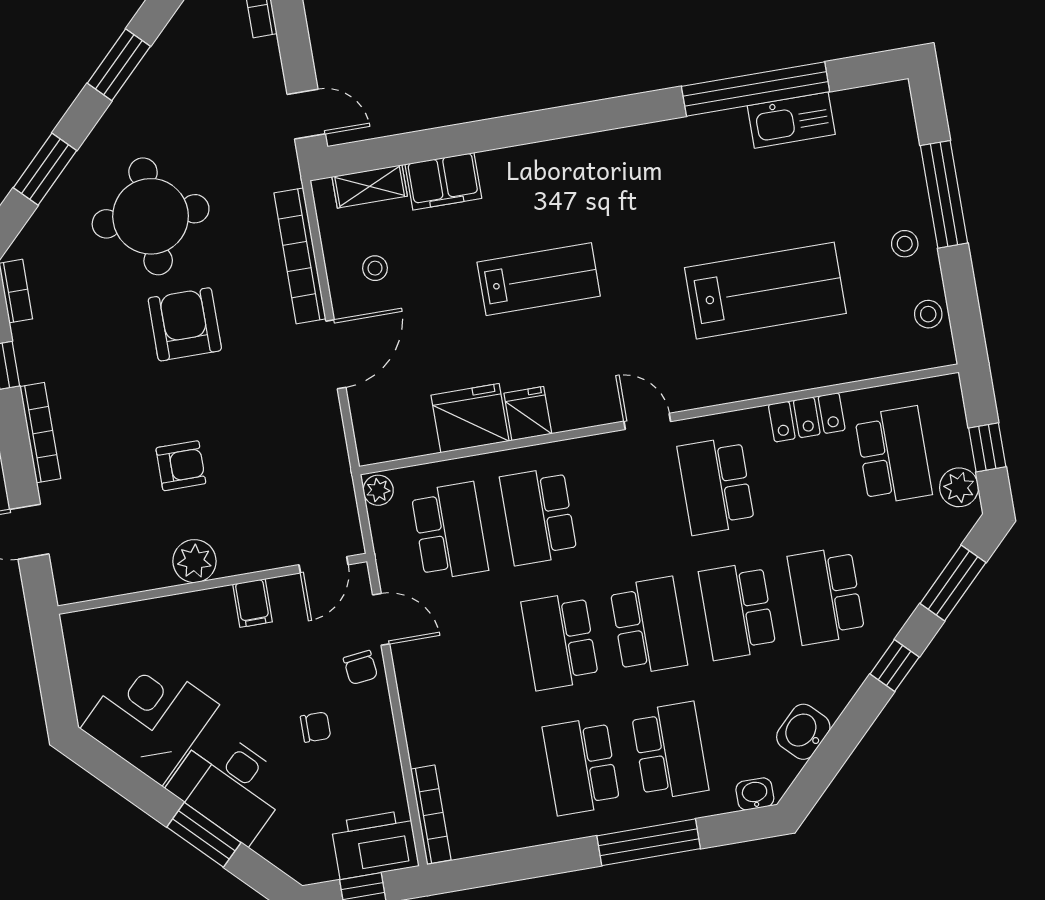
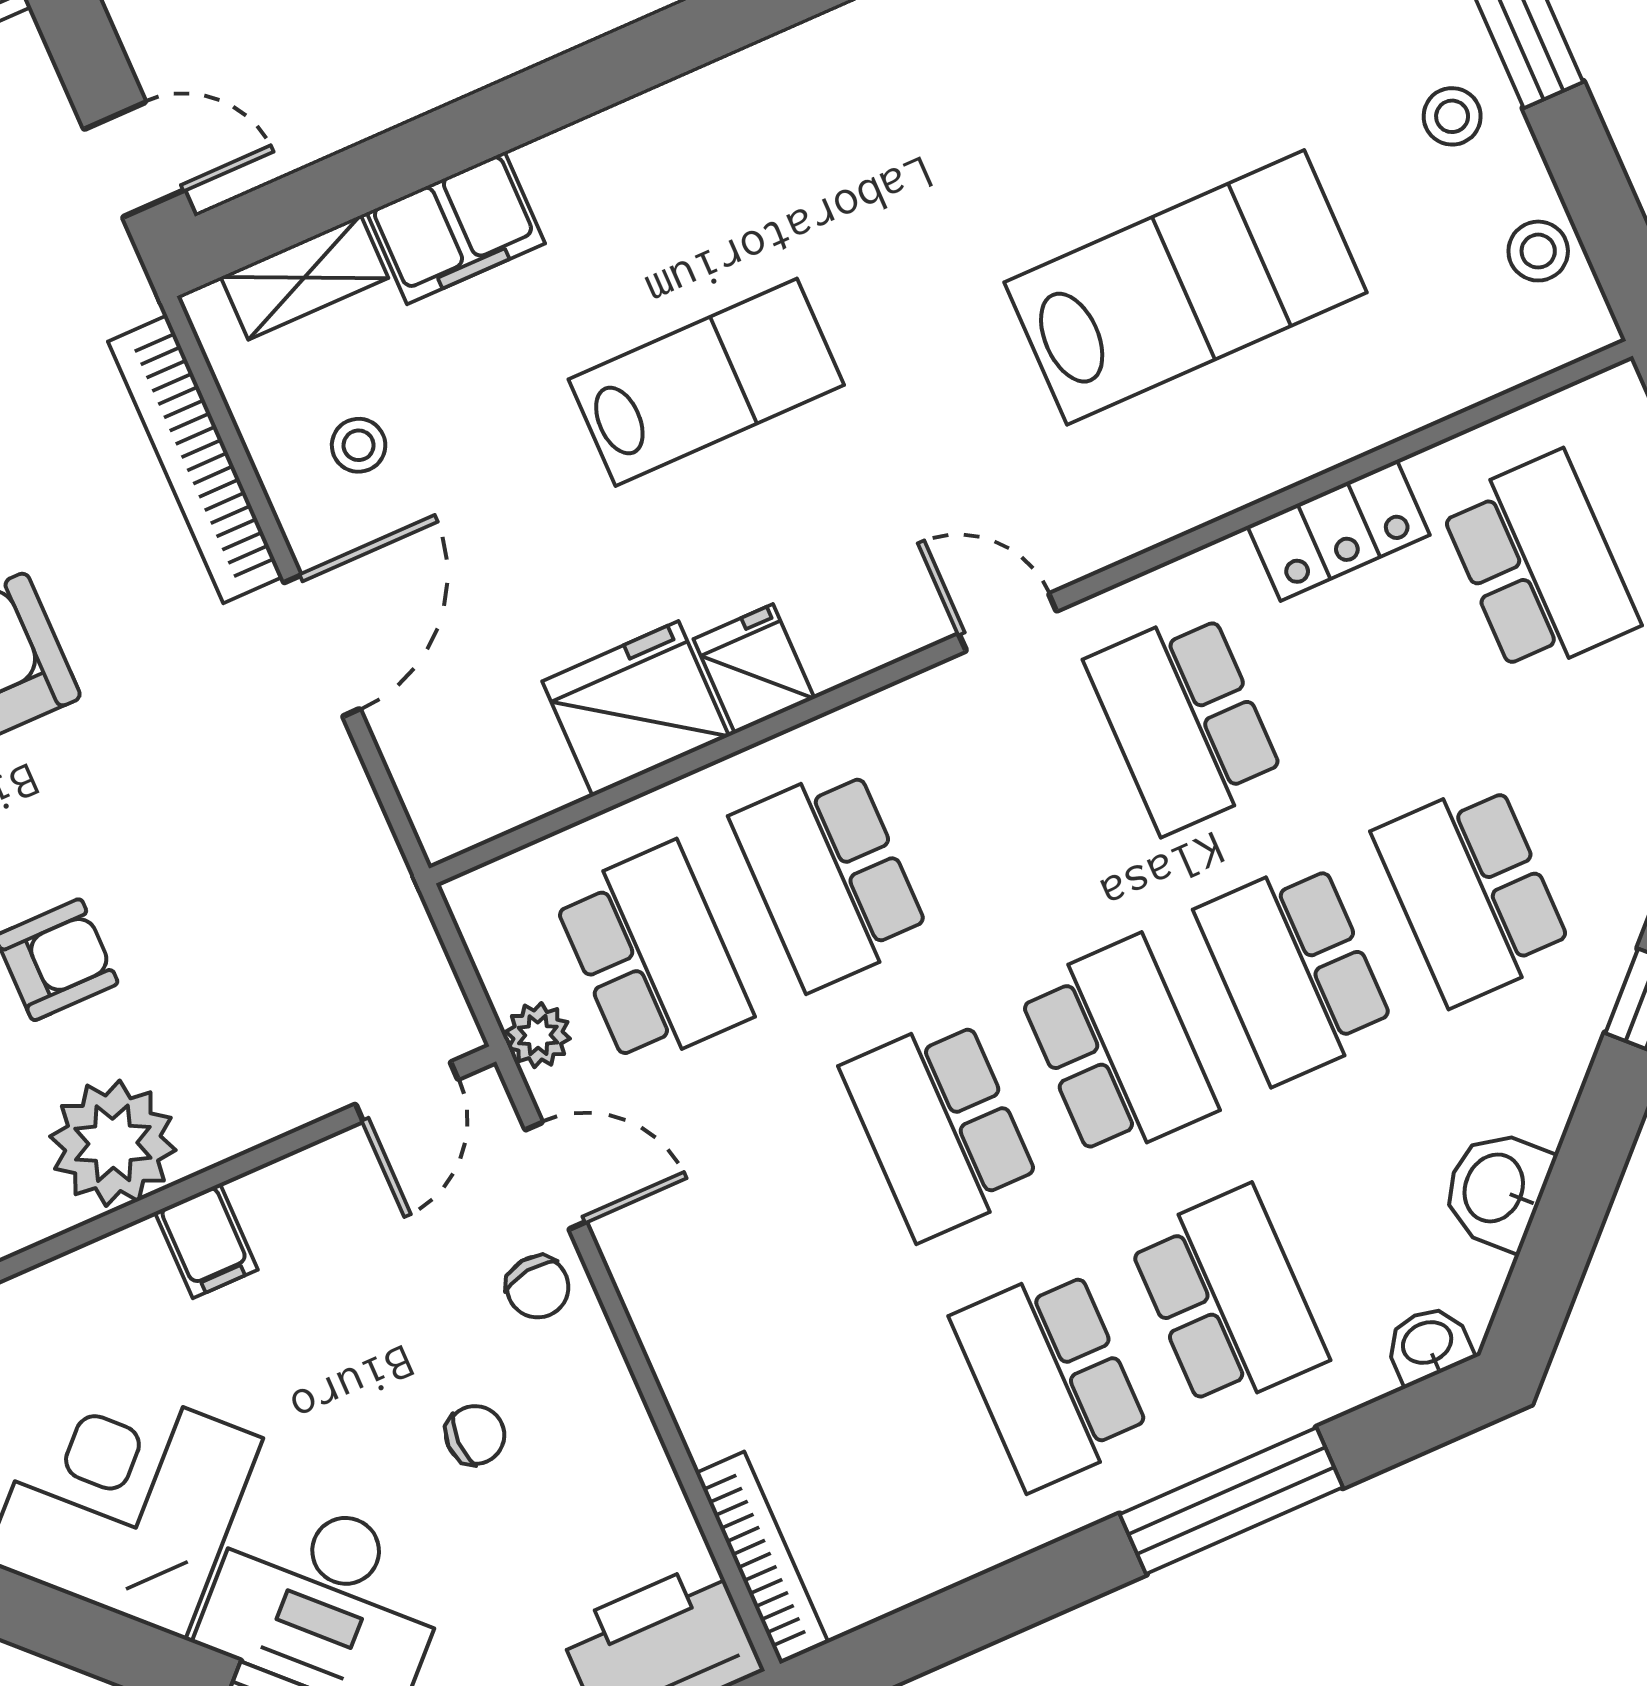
plant: (378, 490) -> (538, 1035), moved
plant: (194, 561) -> (113, 1143), width x1.36, depth x1.36
filing cabinet: (252, 603) -> (206, 1241), moved

